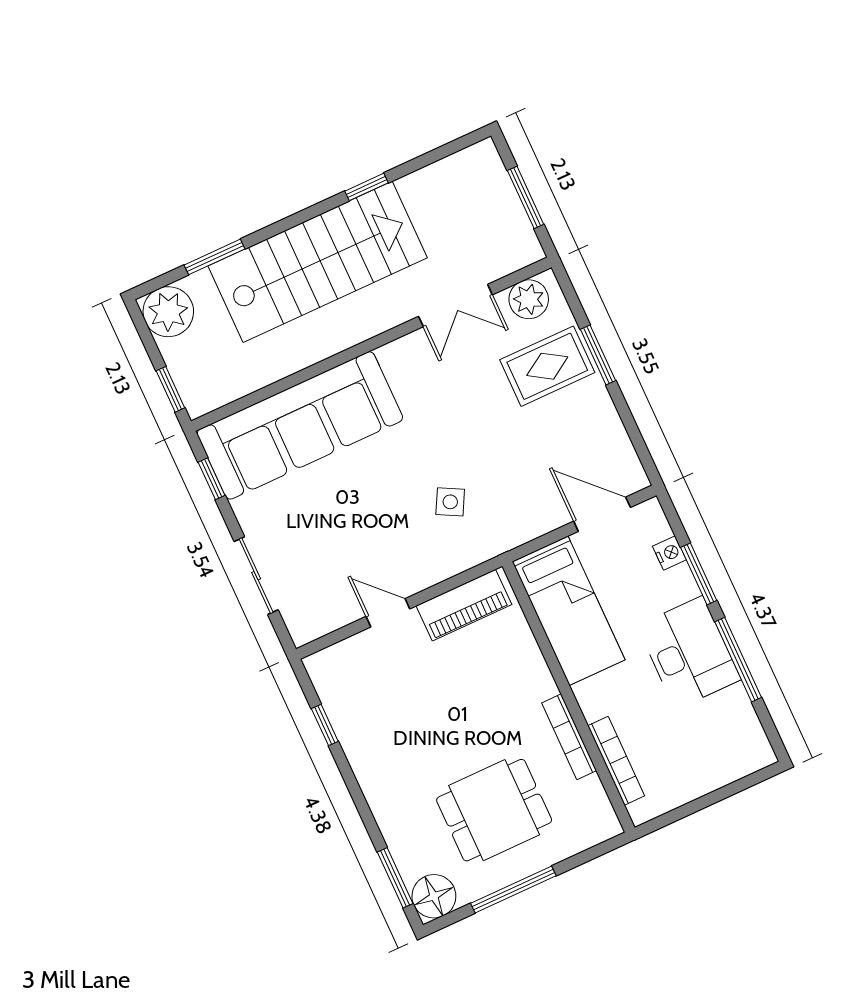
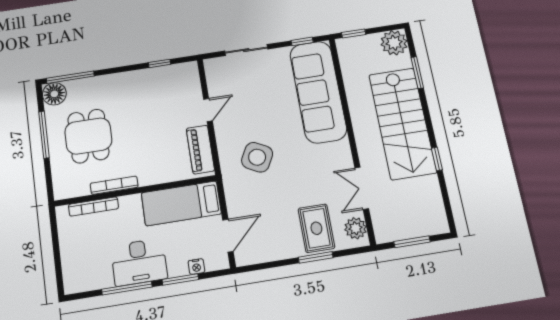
side table: (450, 502) -> (257, 157), width x1.87, depth x1.87
window: (395, 878) -> (70, 77), width x1.44

